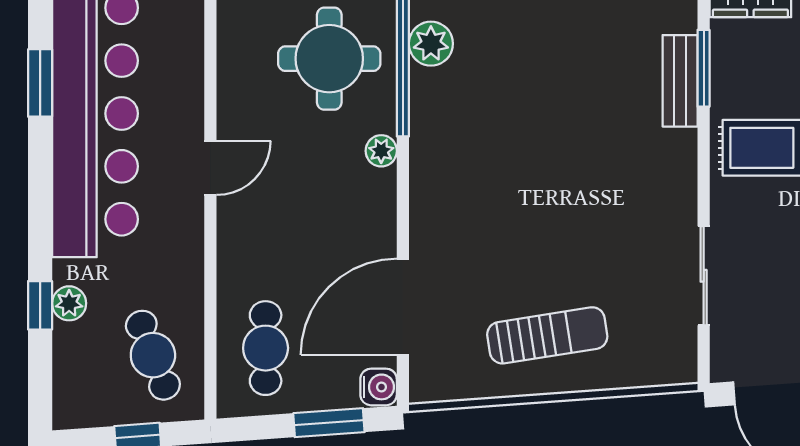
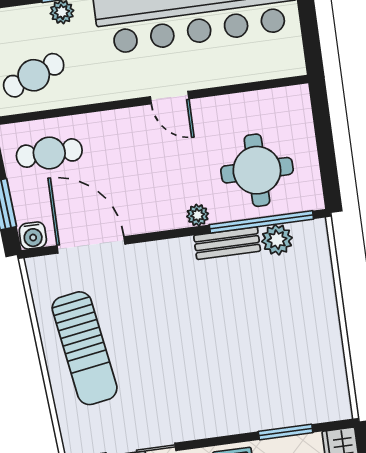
bench: (680, 81) -> (227, 243), moved
sun lounger: (547, 335) -> (85, 348), width x1.36, depth x1.34

